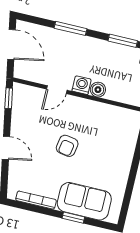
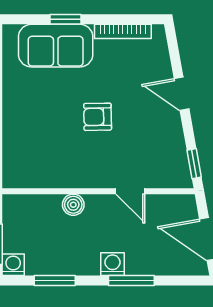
washing machine: (82, 85) -> (112, 264), moved, turned 180
door: (57, 90) -> (130, 191), swing flipped
armchair: (67, 146) -> (98, 117), turned -101

